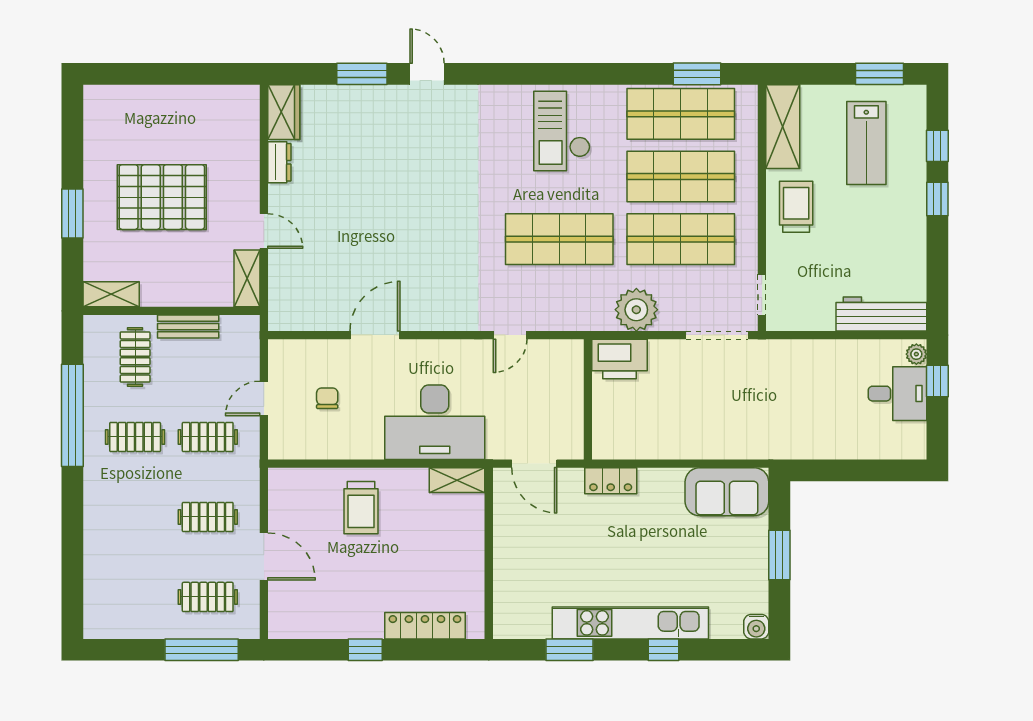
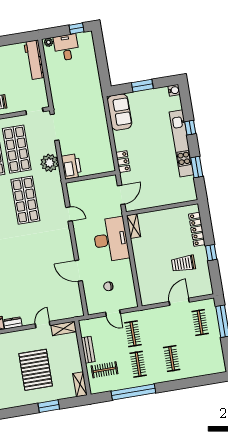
window: (937, 381) -> (76, 29), moved
trolley: (361, 508) -> (183, 264), moved, turned 180
clothes rail: (208, 517) -> (172, 359), moved

